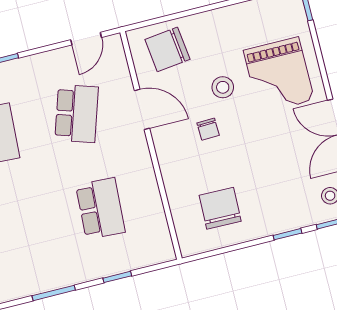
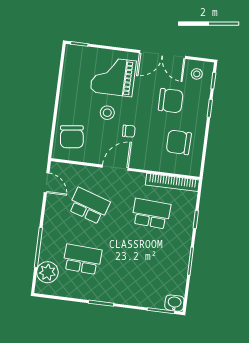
grand piano: (279, 75) -> (113, 76), turned 180
door: (142, 109) -> (115, 168), moved
chair: (276, 173) -> (171, 101), added
bookcase: (158, 222) -> (172, 182), added

